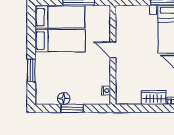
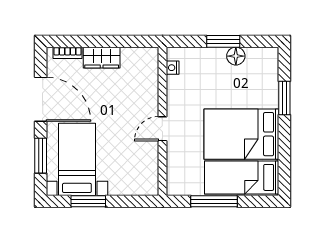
bed: (60, 41) -> (241, 134), width x1.50
door: (113, 50) -> (162, 129), swing flipped

